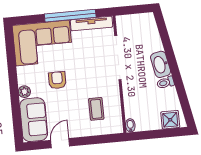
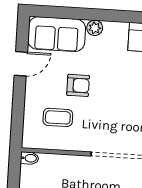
armchair: (57, 80) -> (78, 85), moved
door: (60, 143) -> (21, 64), hinge flipped

